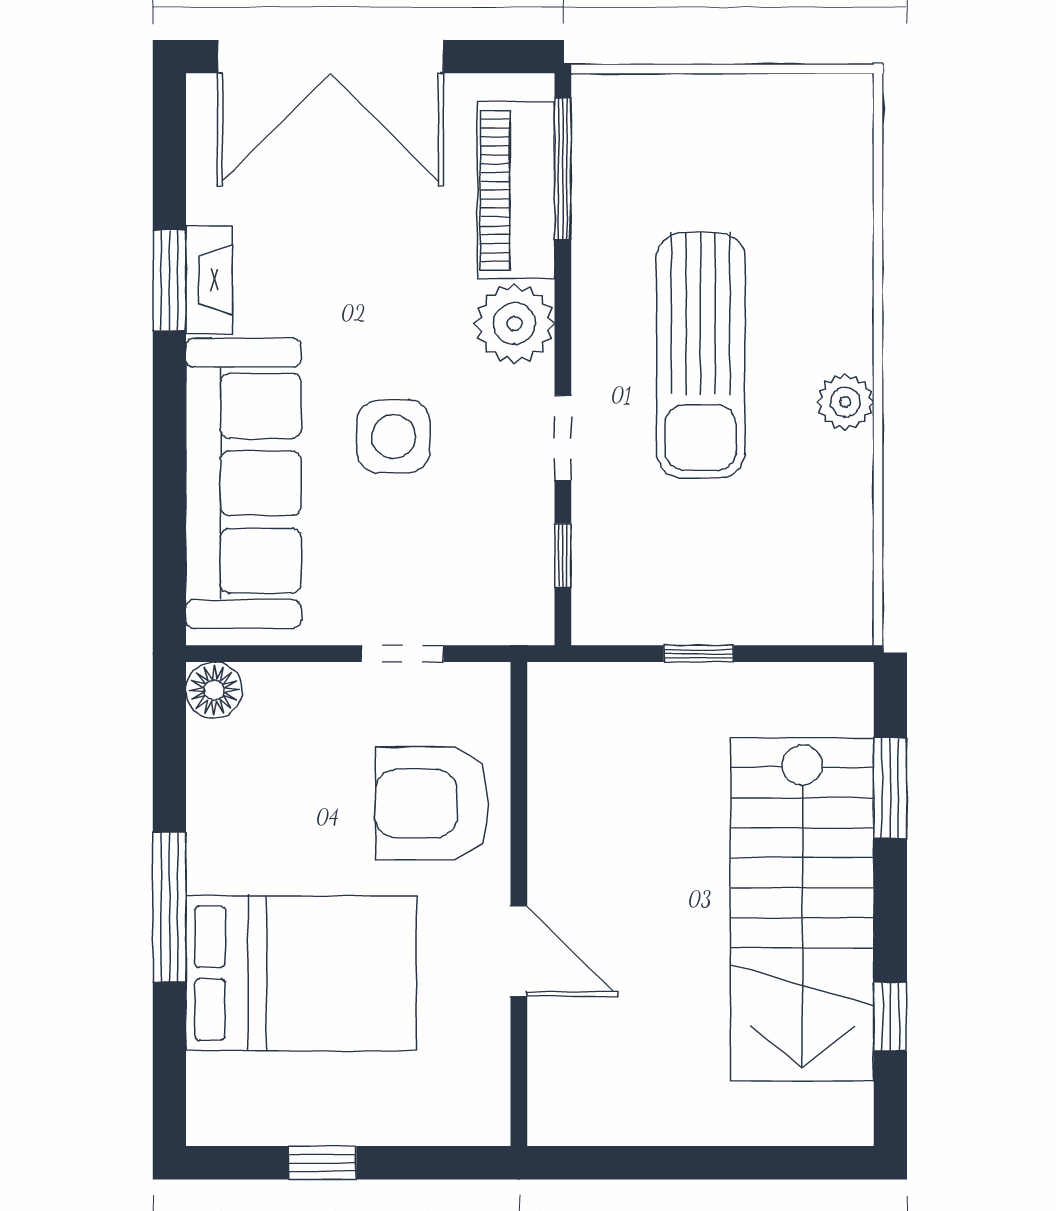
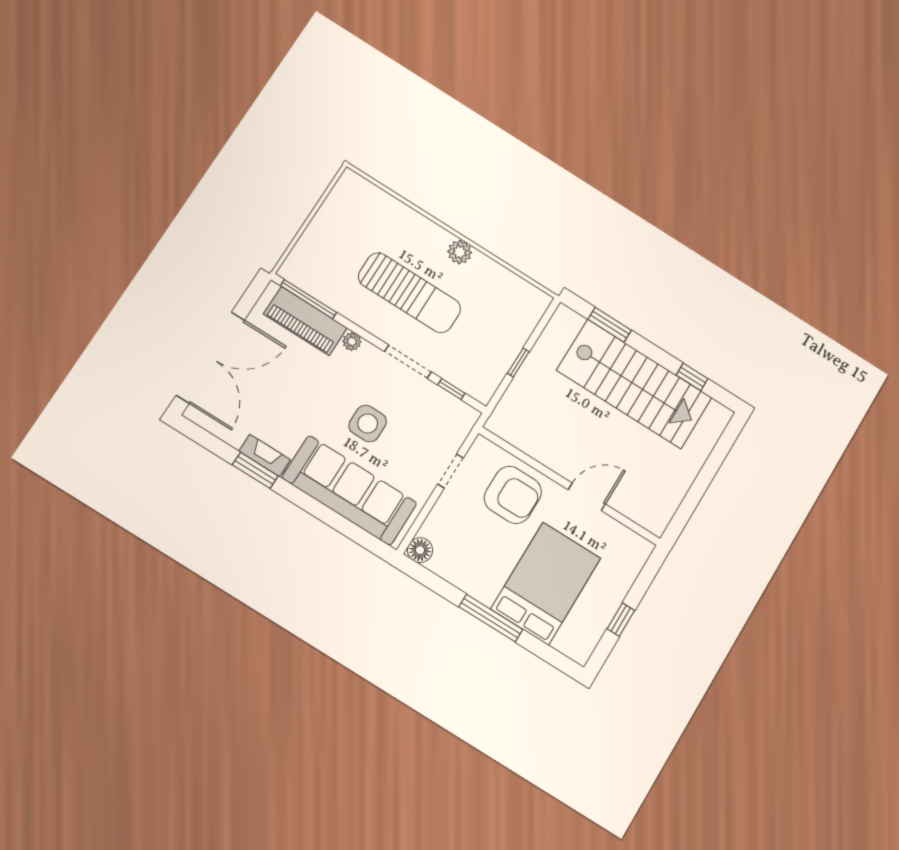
plant: (515, 324) -> (352, 341), width x0.53, depth x0.53
doorway: (563, 438) -> (408, 362), width x1.38
armchair: (432, 804) -> (513, 495), turned -90

